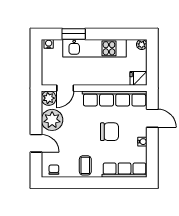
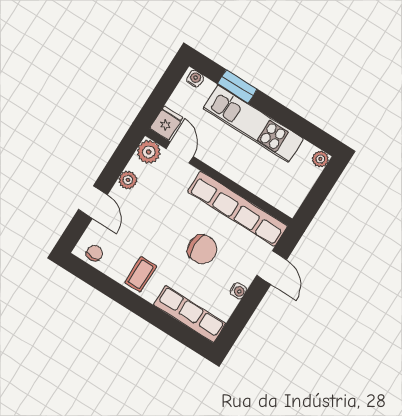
fridge: (138, 78) -> (166, 123), moved, turned 90
door: (65, 88) -> (180, 152), swing flipped
plant: (52, 120) -> (128, 180), width x0.53, depth x0.53

